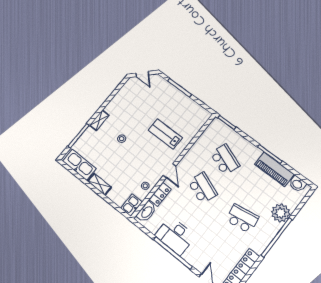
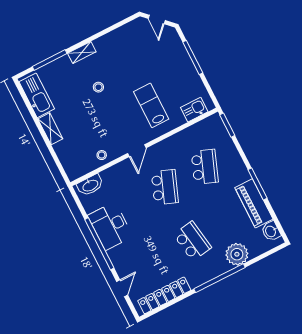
locker: (160, 194) -> (114, 172), removed
kitchen sink: (131, 205) -> (194, 110), moved

